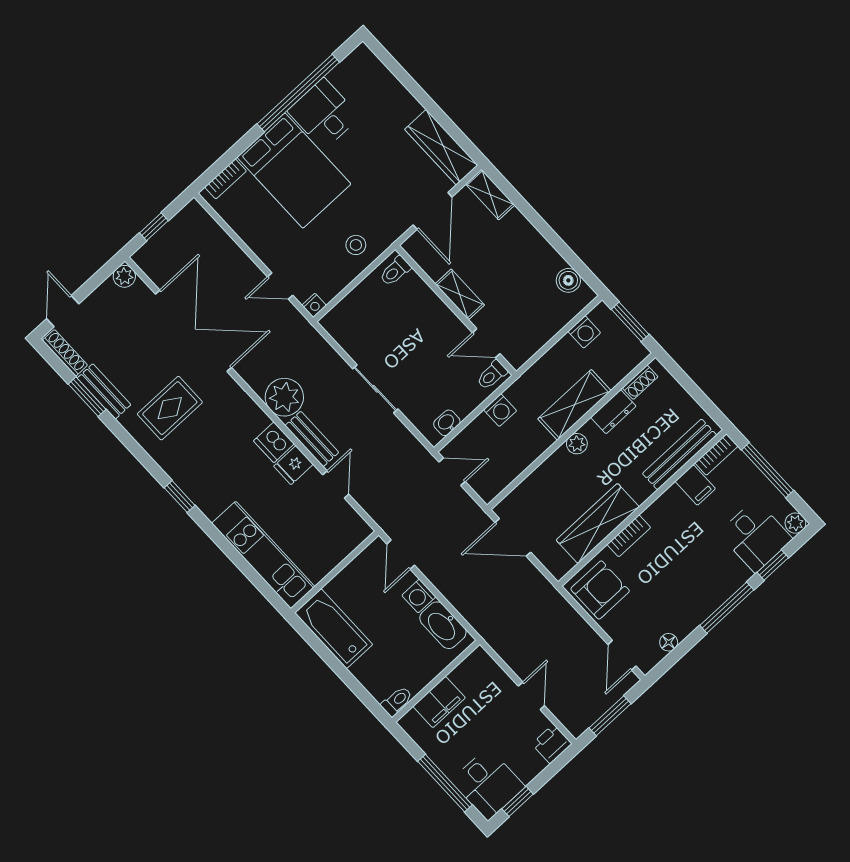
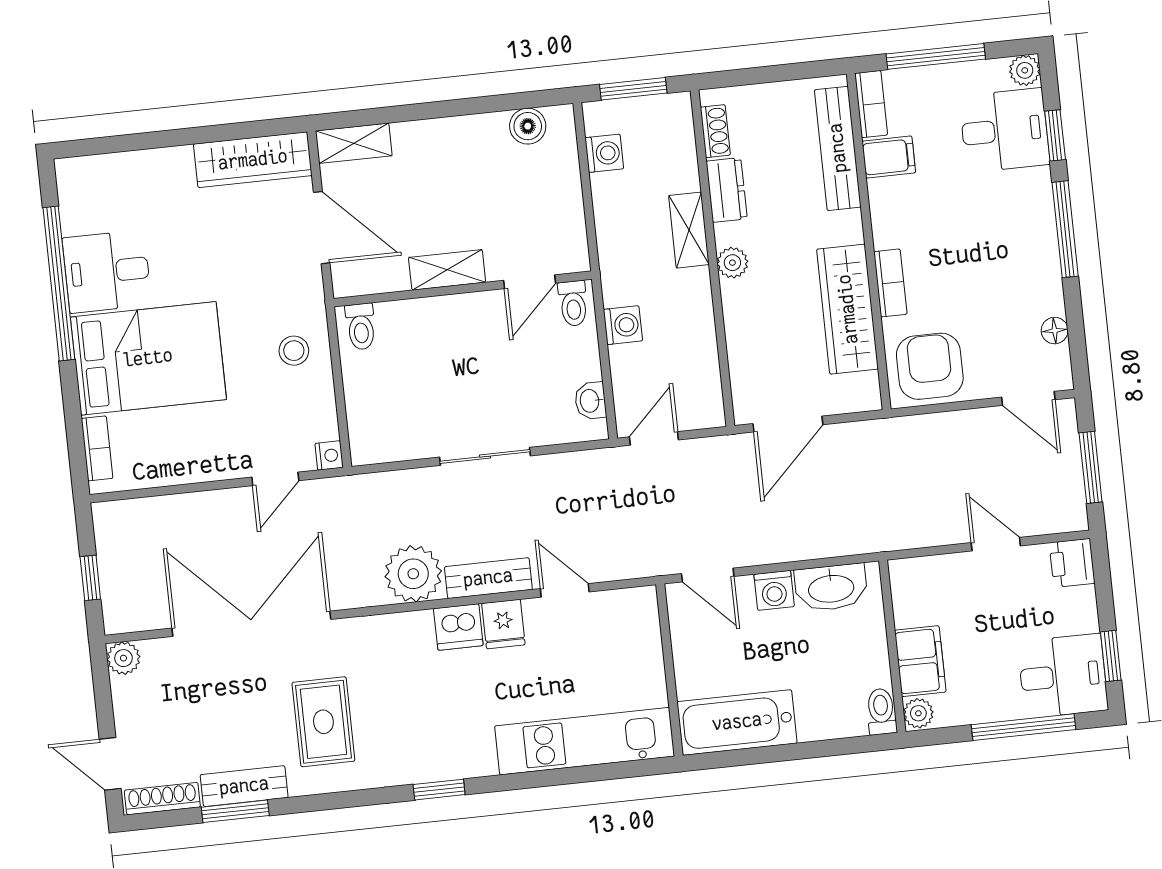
shelving: (574, 405) -> (689, 230), width x0.67, depth x0.75
plant: (411, 722) -> (918, 713), added

